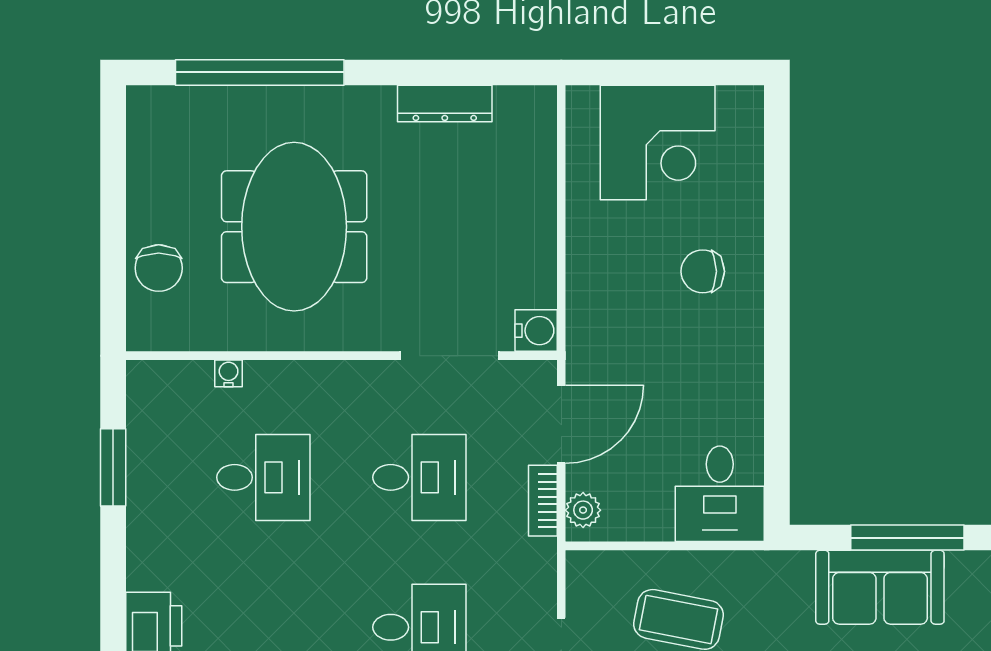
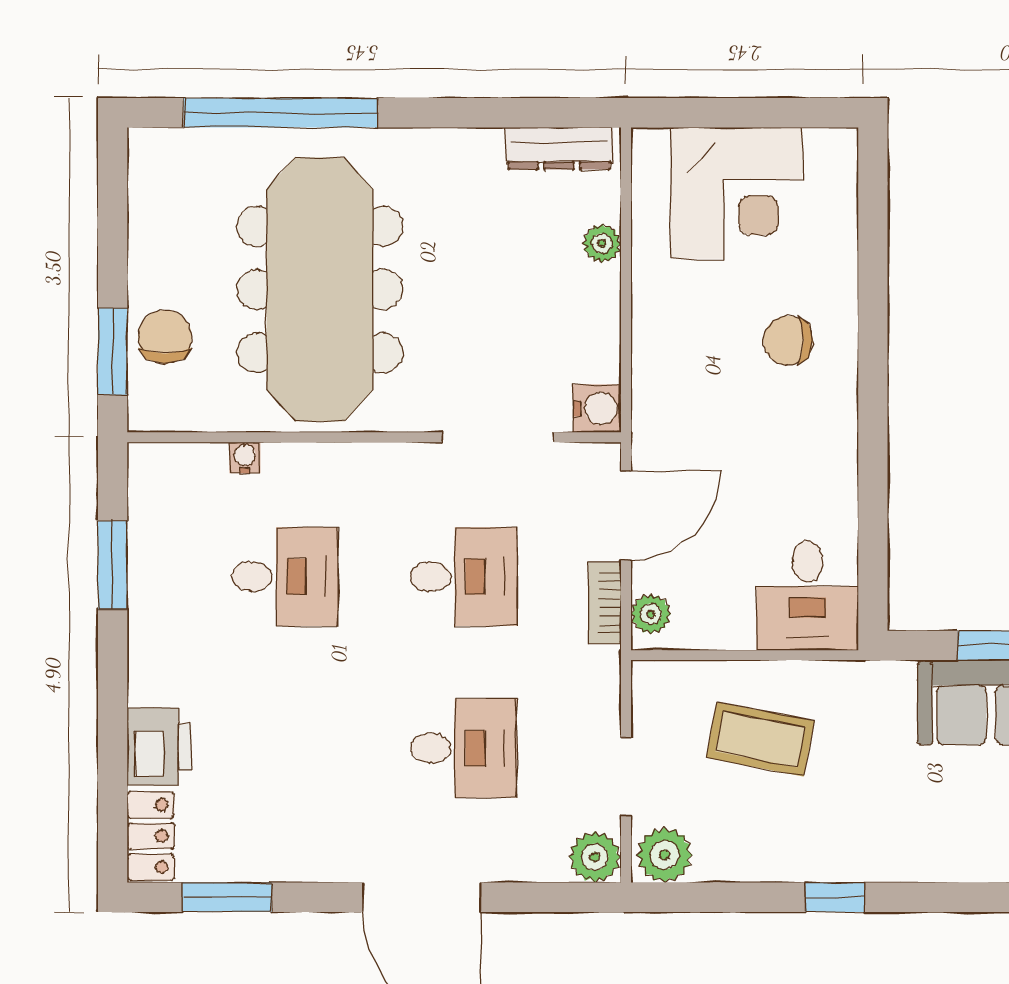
dresser: (445, 104) -> (559, 148), moved
plant: (540, 186) -> (602, 243), added
meeting table: (294, 227) -> (320, 289), width x1.36
chair: (159, 268) -> (165, 337), turned 180
window: (113, 281) -> (113, 351), added

